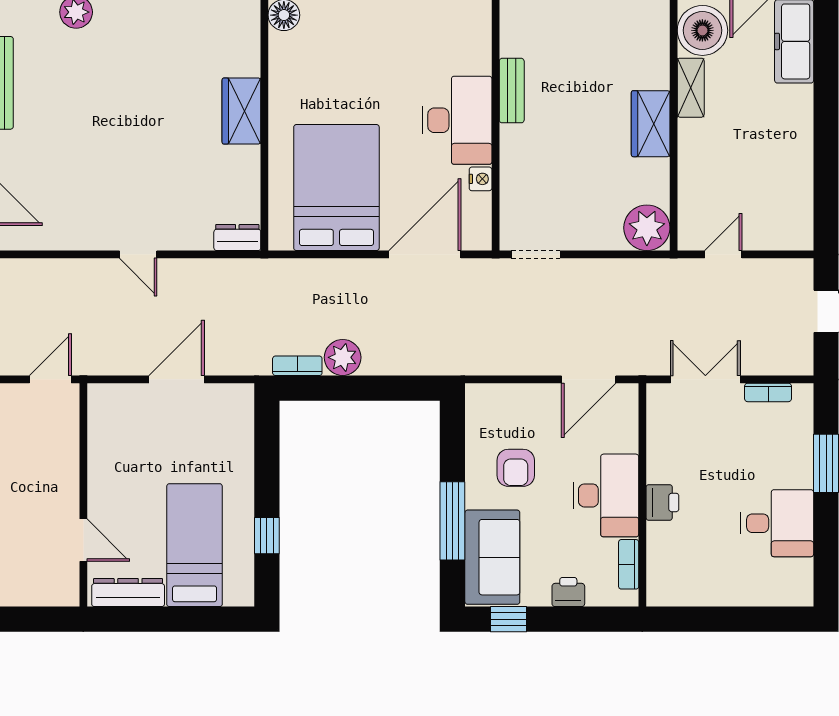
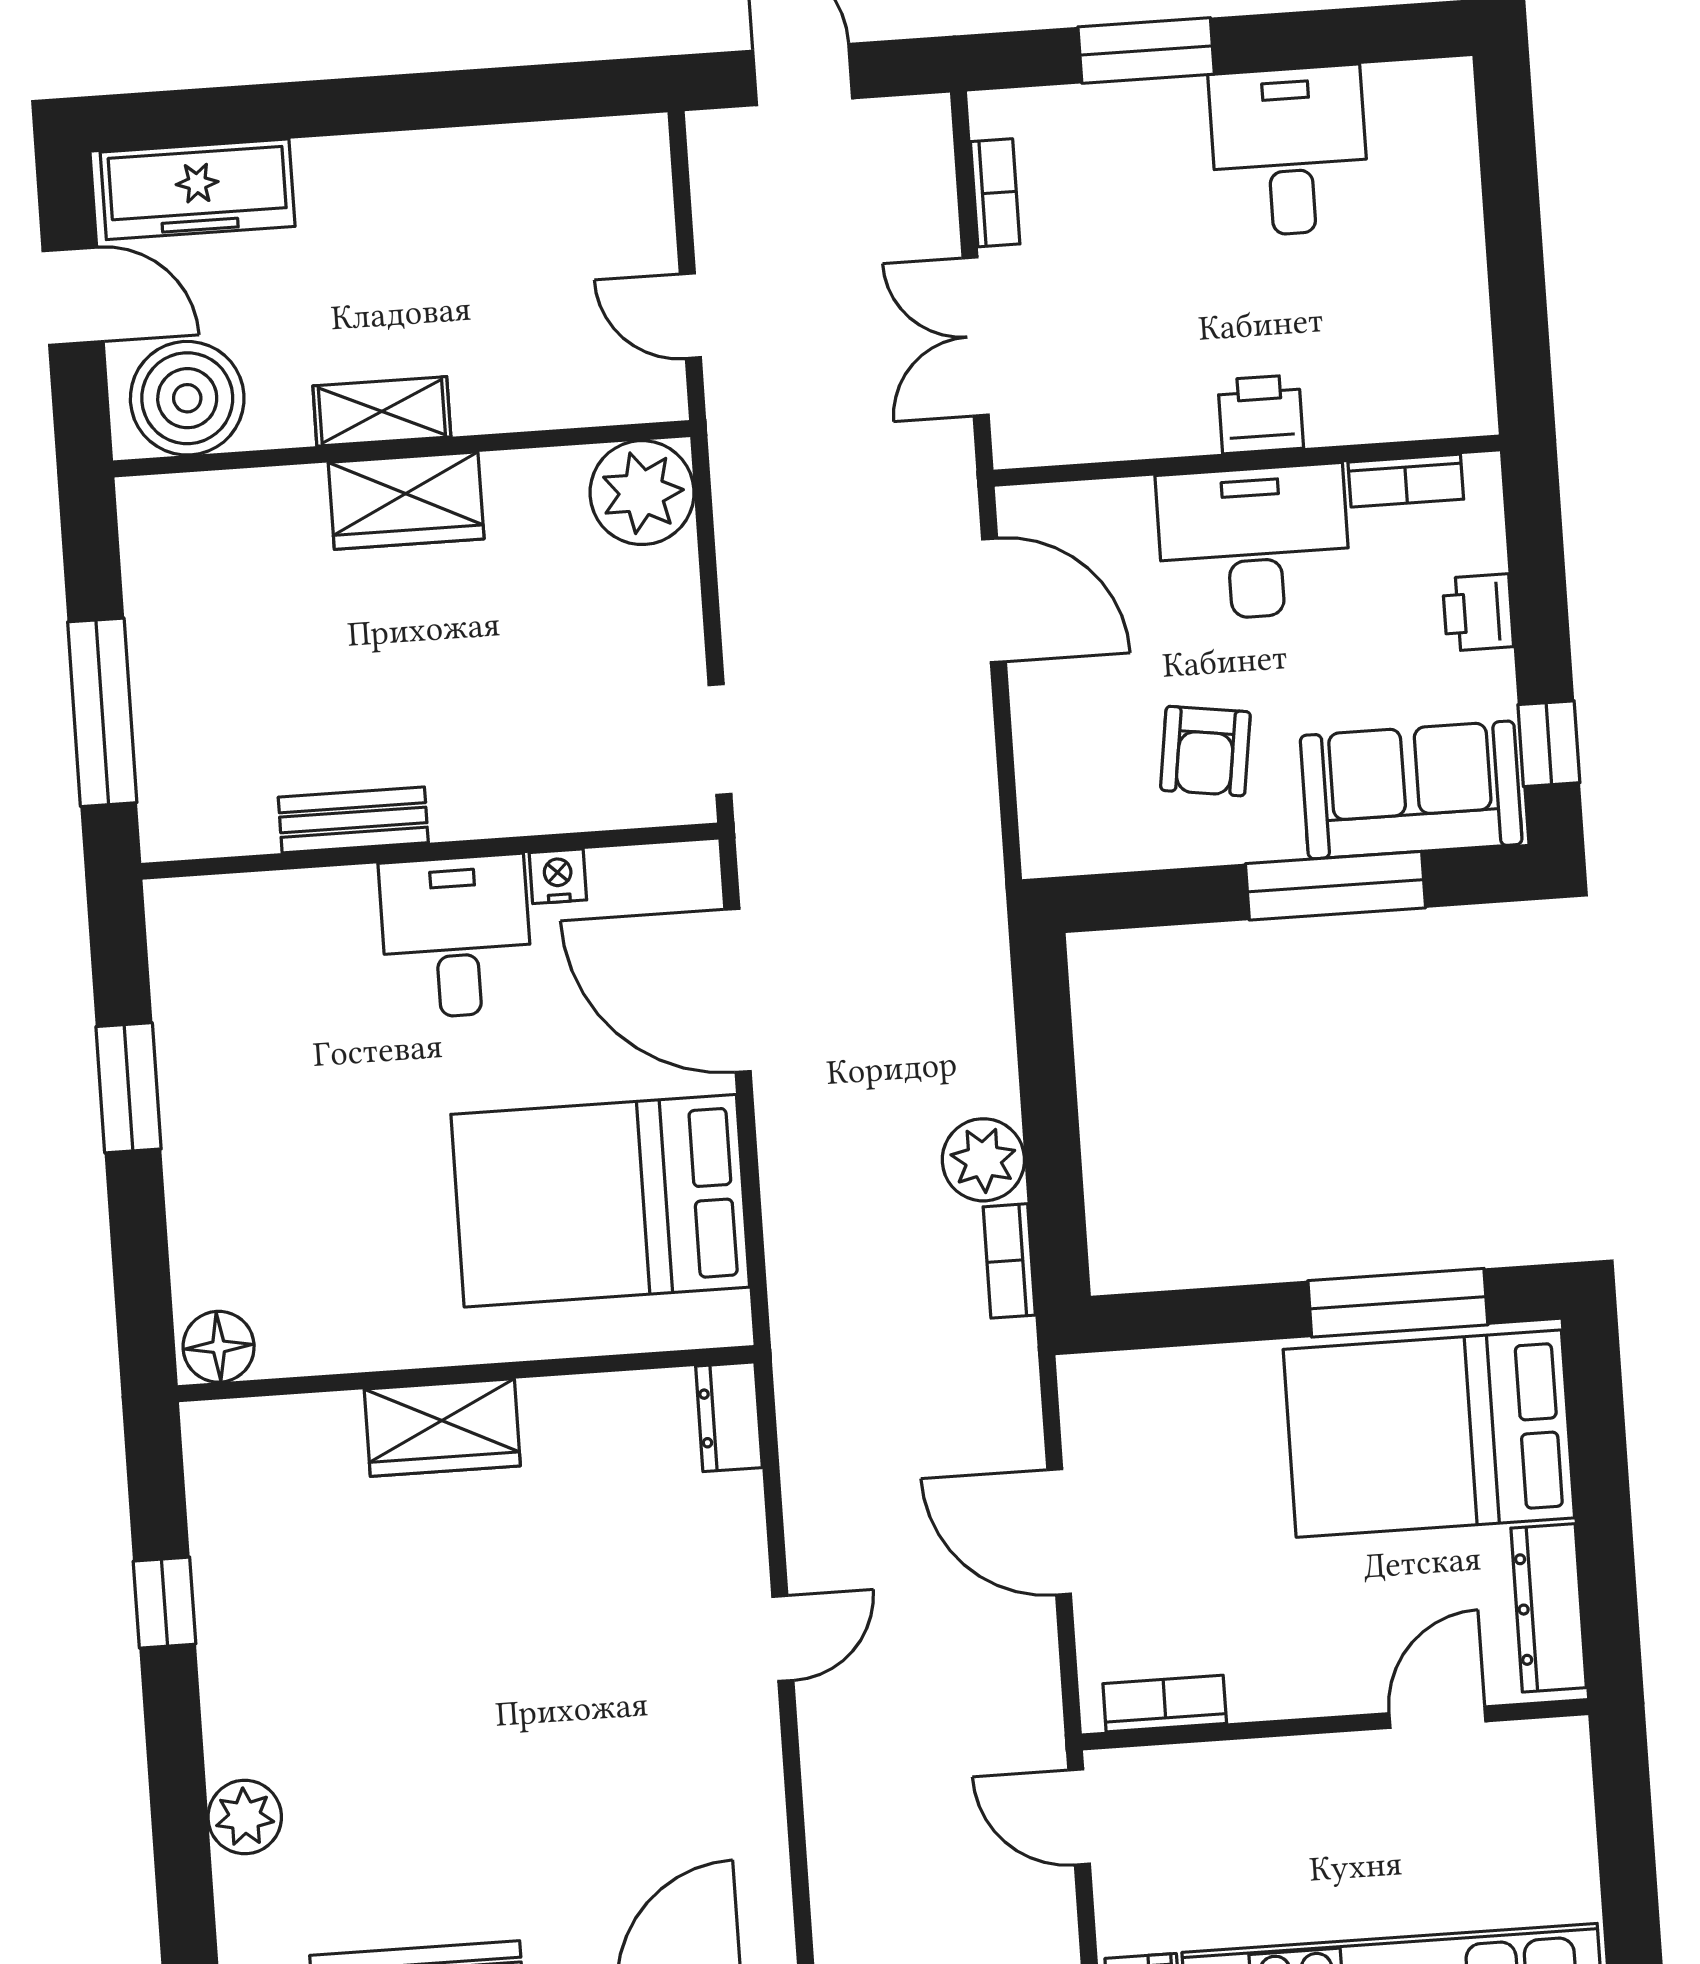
shelving: (691, 88) -> (382, 411), moved
desk: (457, 120) -> (456, 937), width x0.73
bookcase: (98, 421) -> (1165, 1703), added
armchair: (516, 468) -> (1205, 751), turned 98
window: (267, 536) -> (1398, 1303), width x2.17
bed: (195, 545) -> (1429, 1434), width x1.50

